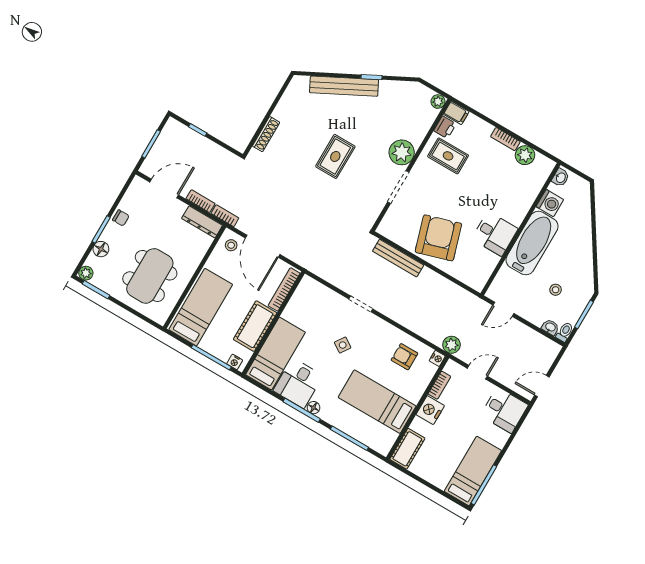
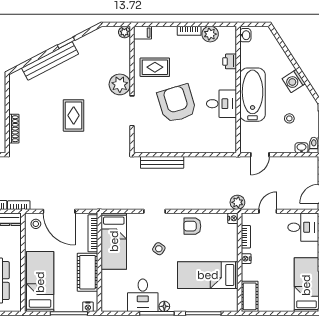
printer: (445, 127) -> (230, 61), moved, turned 180
washing machine: (550, 203) -> (294, 81), moved, turned 147
armchair: (438, 238) -> (177, 104), moved
bed: (275, 353) -> (114, 241), moved, turned 180
armchair: (404, 357) -> (192, 226), moved
nightstand: (430, 410) -> (246, 259), width x0.53, depth x0.56

